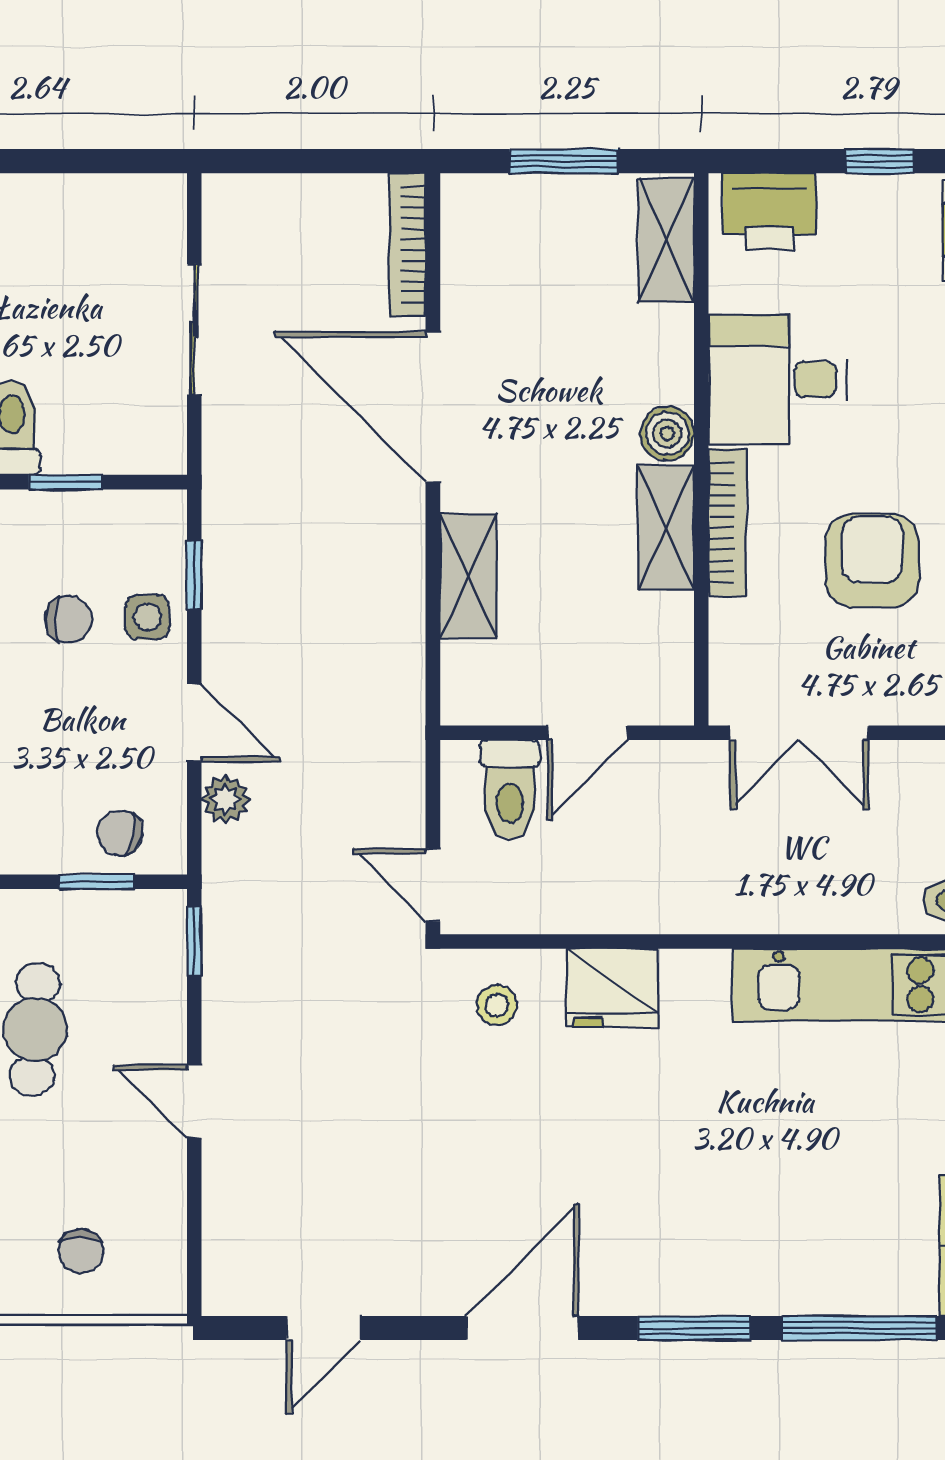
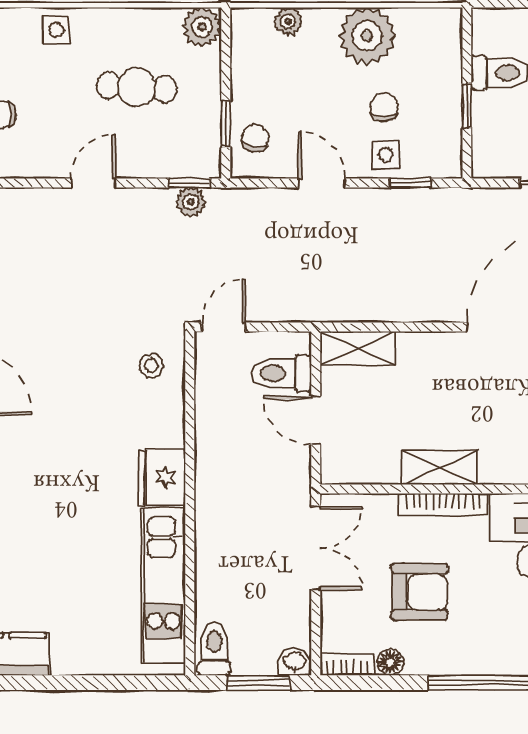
boiler: (667, 434) -> (496, 468), removed
shelving: (468, 576) -> (358, 348), moved
chair: (68, 619) -> (384, 107), turned 180
door: (194, 723) -> (322, 183), swing flipped
double door: (799, 733) -> (316, 548), swing flipped
plant: (225, 799) -> (191, 202), moved
fridge: (612, 988) -> (162, 477), moved

